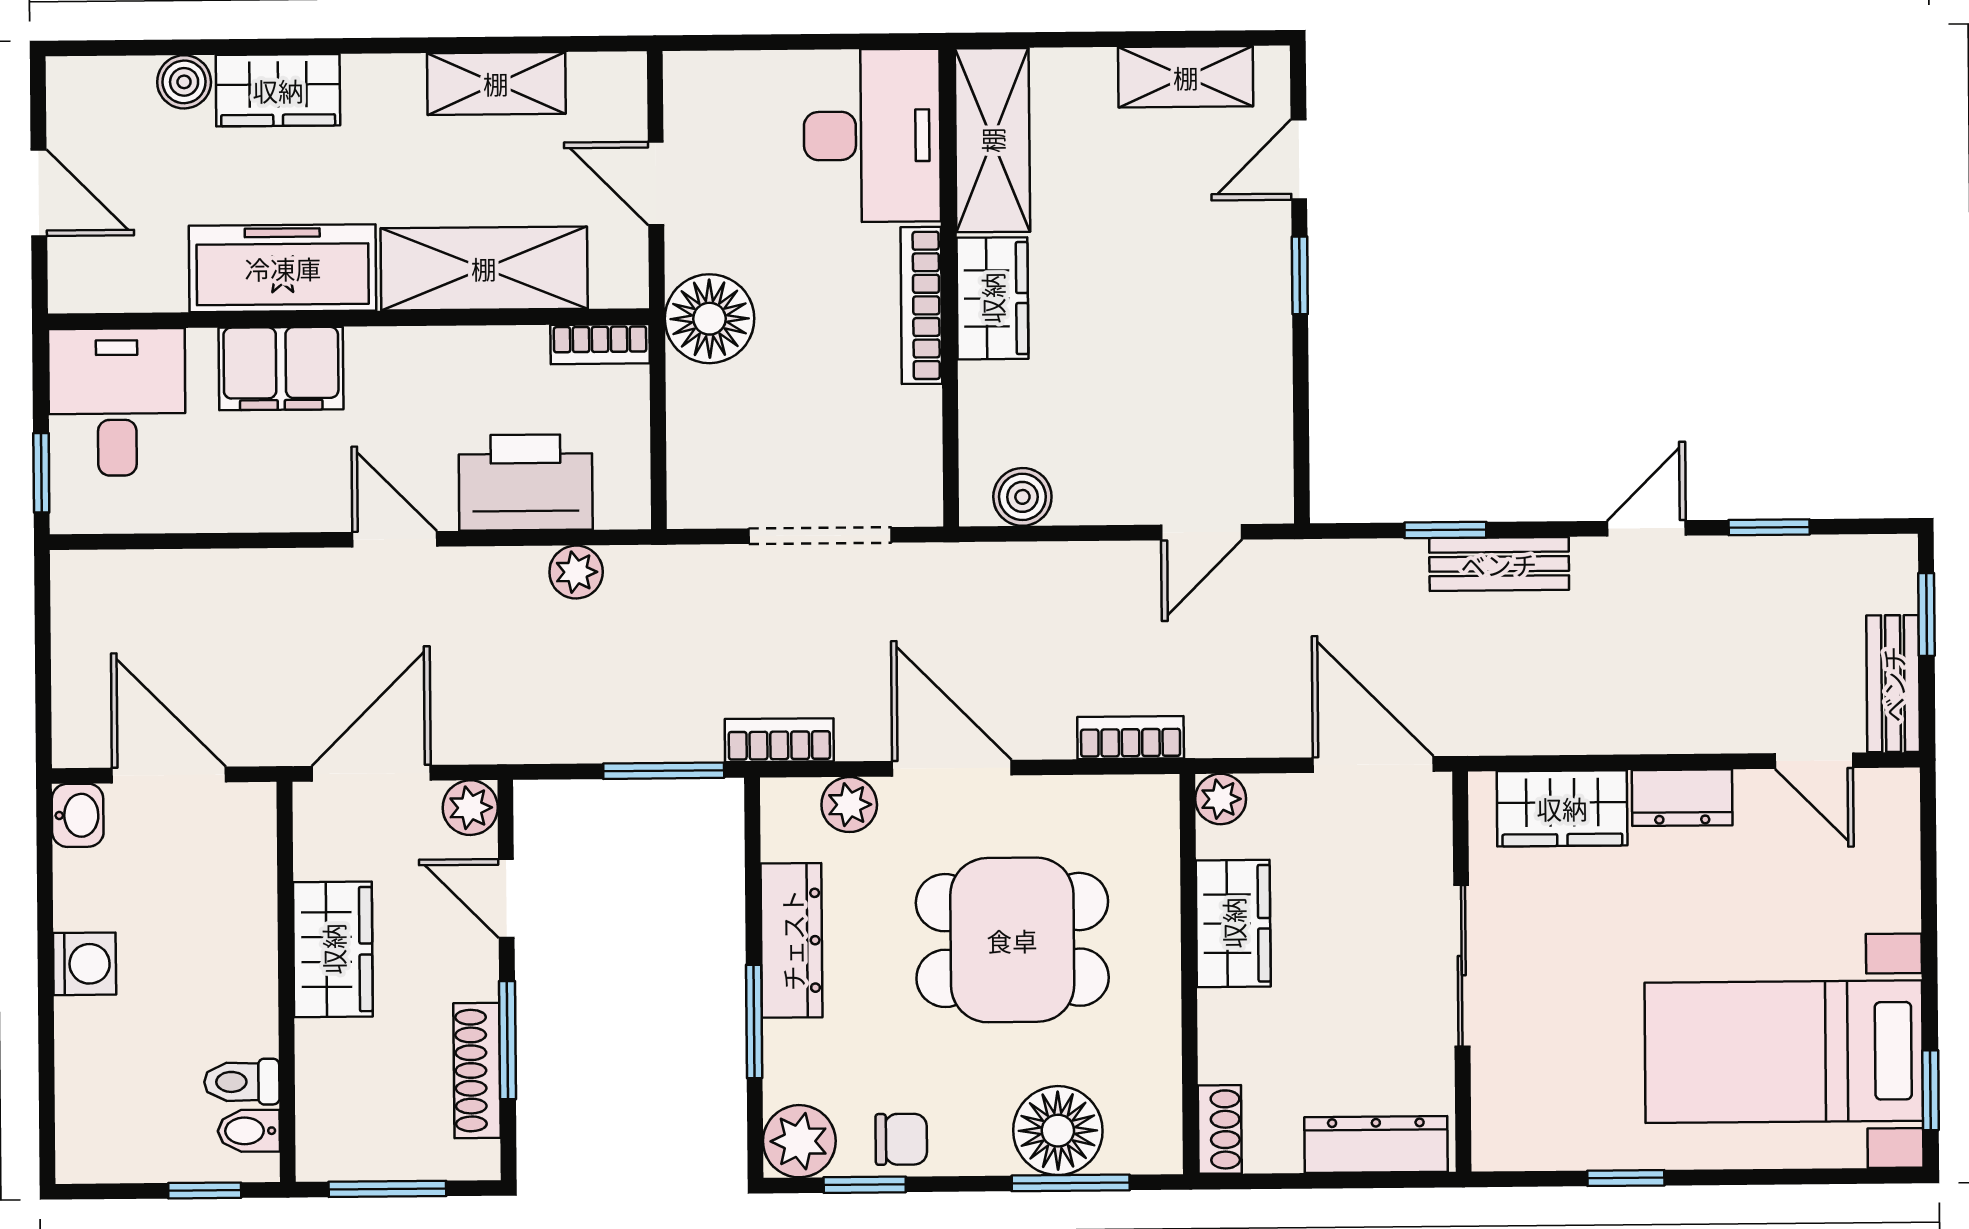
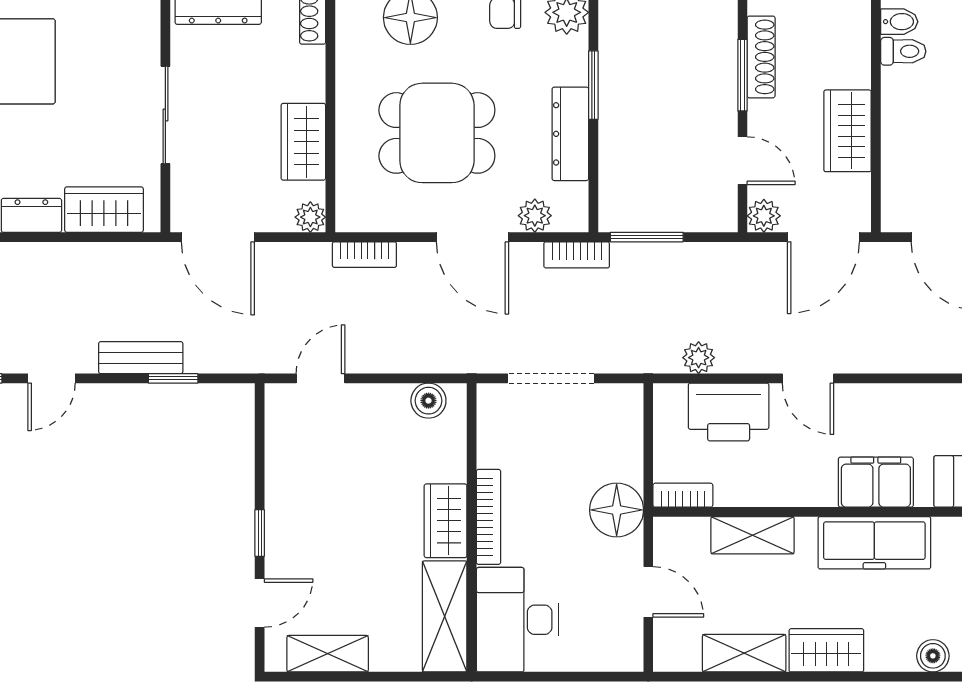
wardrobe: (278, 90) -> (826, 650), moved
shelving: (484, 268) -> (753, 535), width x0.67, depth x0.75

